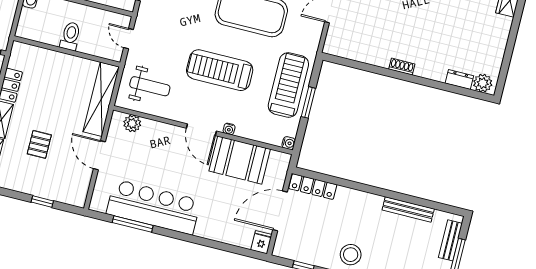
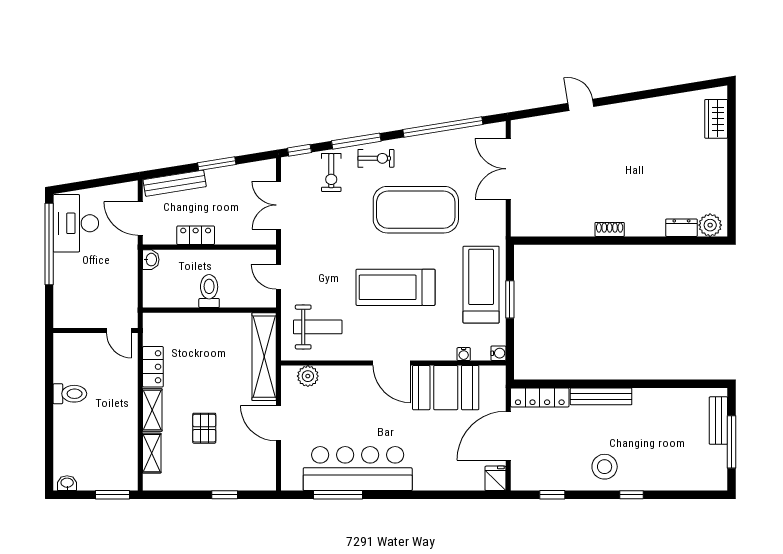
water cooler: (229, 129) -> (464, 354), moved
bench: (408, 209) -> (601, 396), moved

